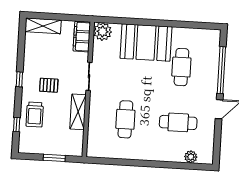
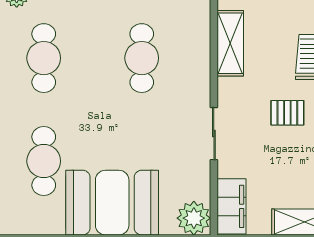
shelving: (78, 112) -> (230, 43), moved
cafe table: (178, 122) -> (44, 58), turned 90

